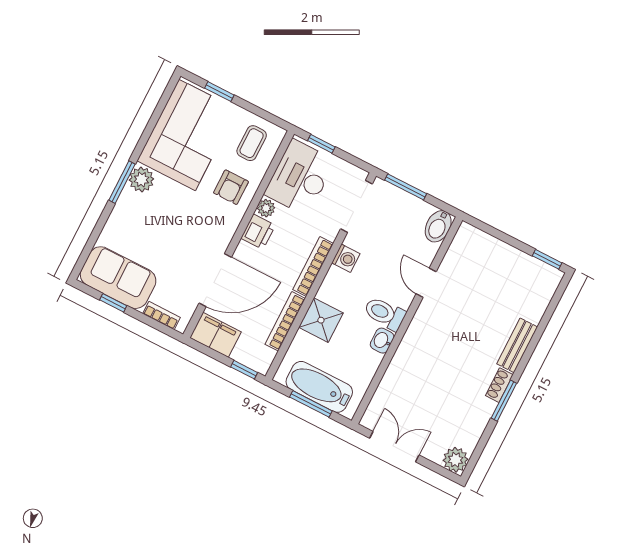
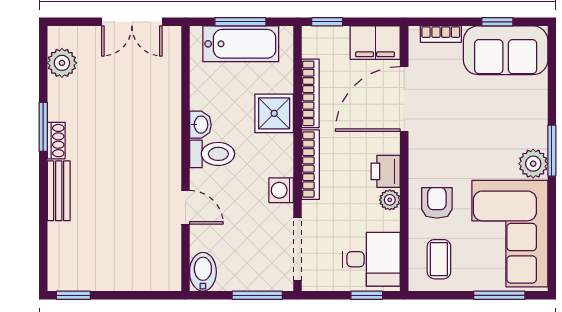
window: (219, 92) -> (499, 295), width x1.50
desk: (300, 177) -> (371, 259), width x0.73
plant: (456, 460) -> (62, 63), moved

